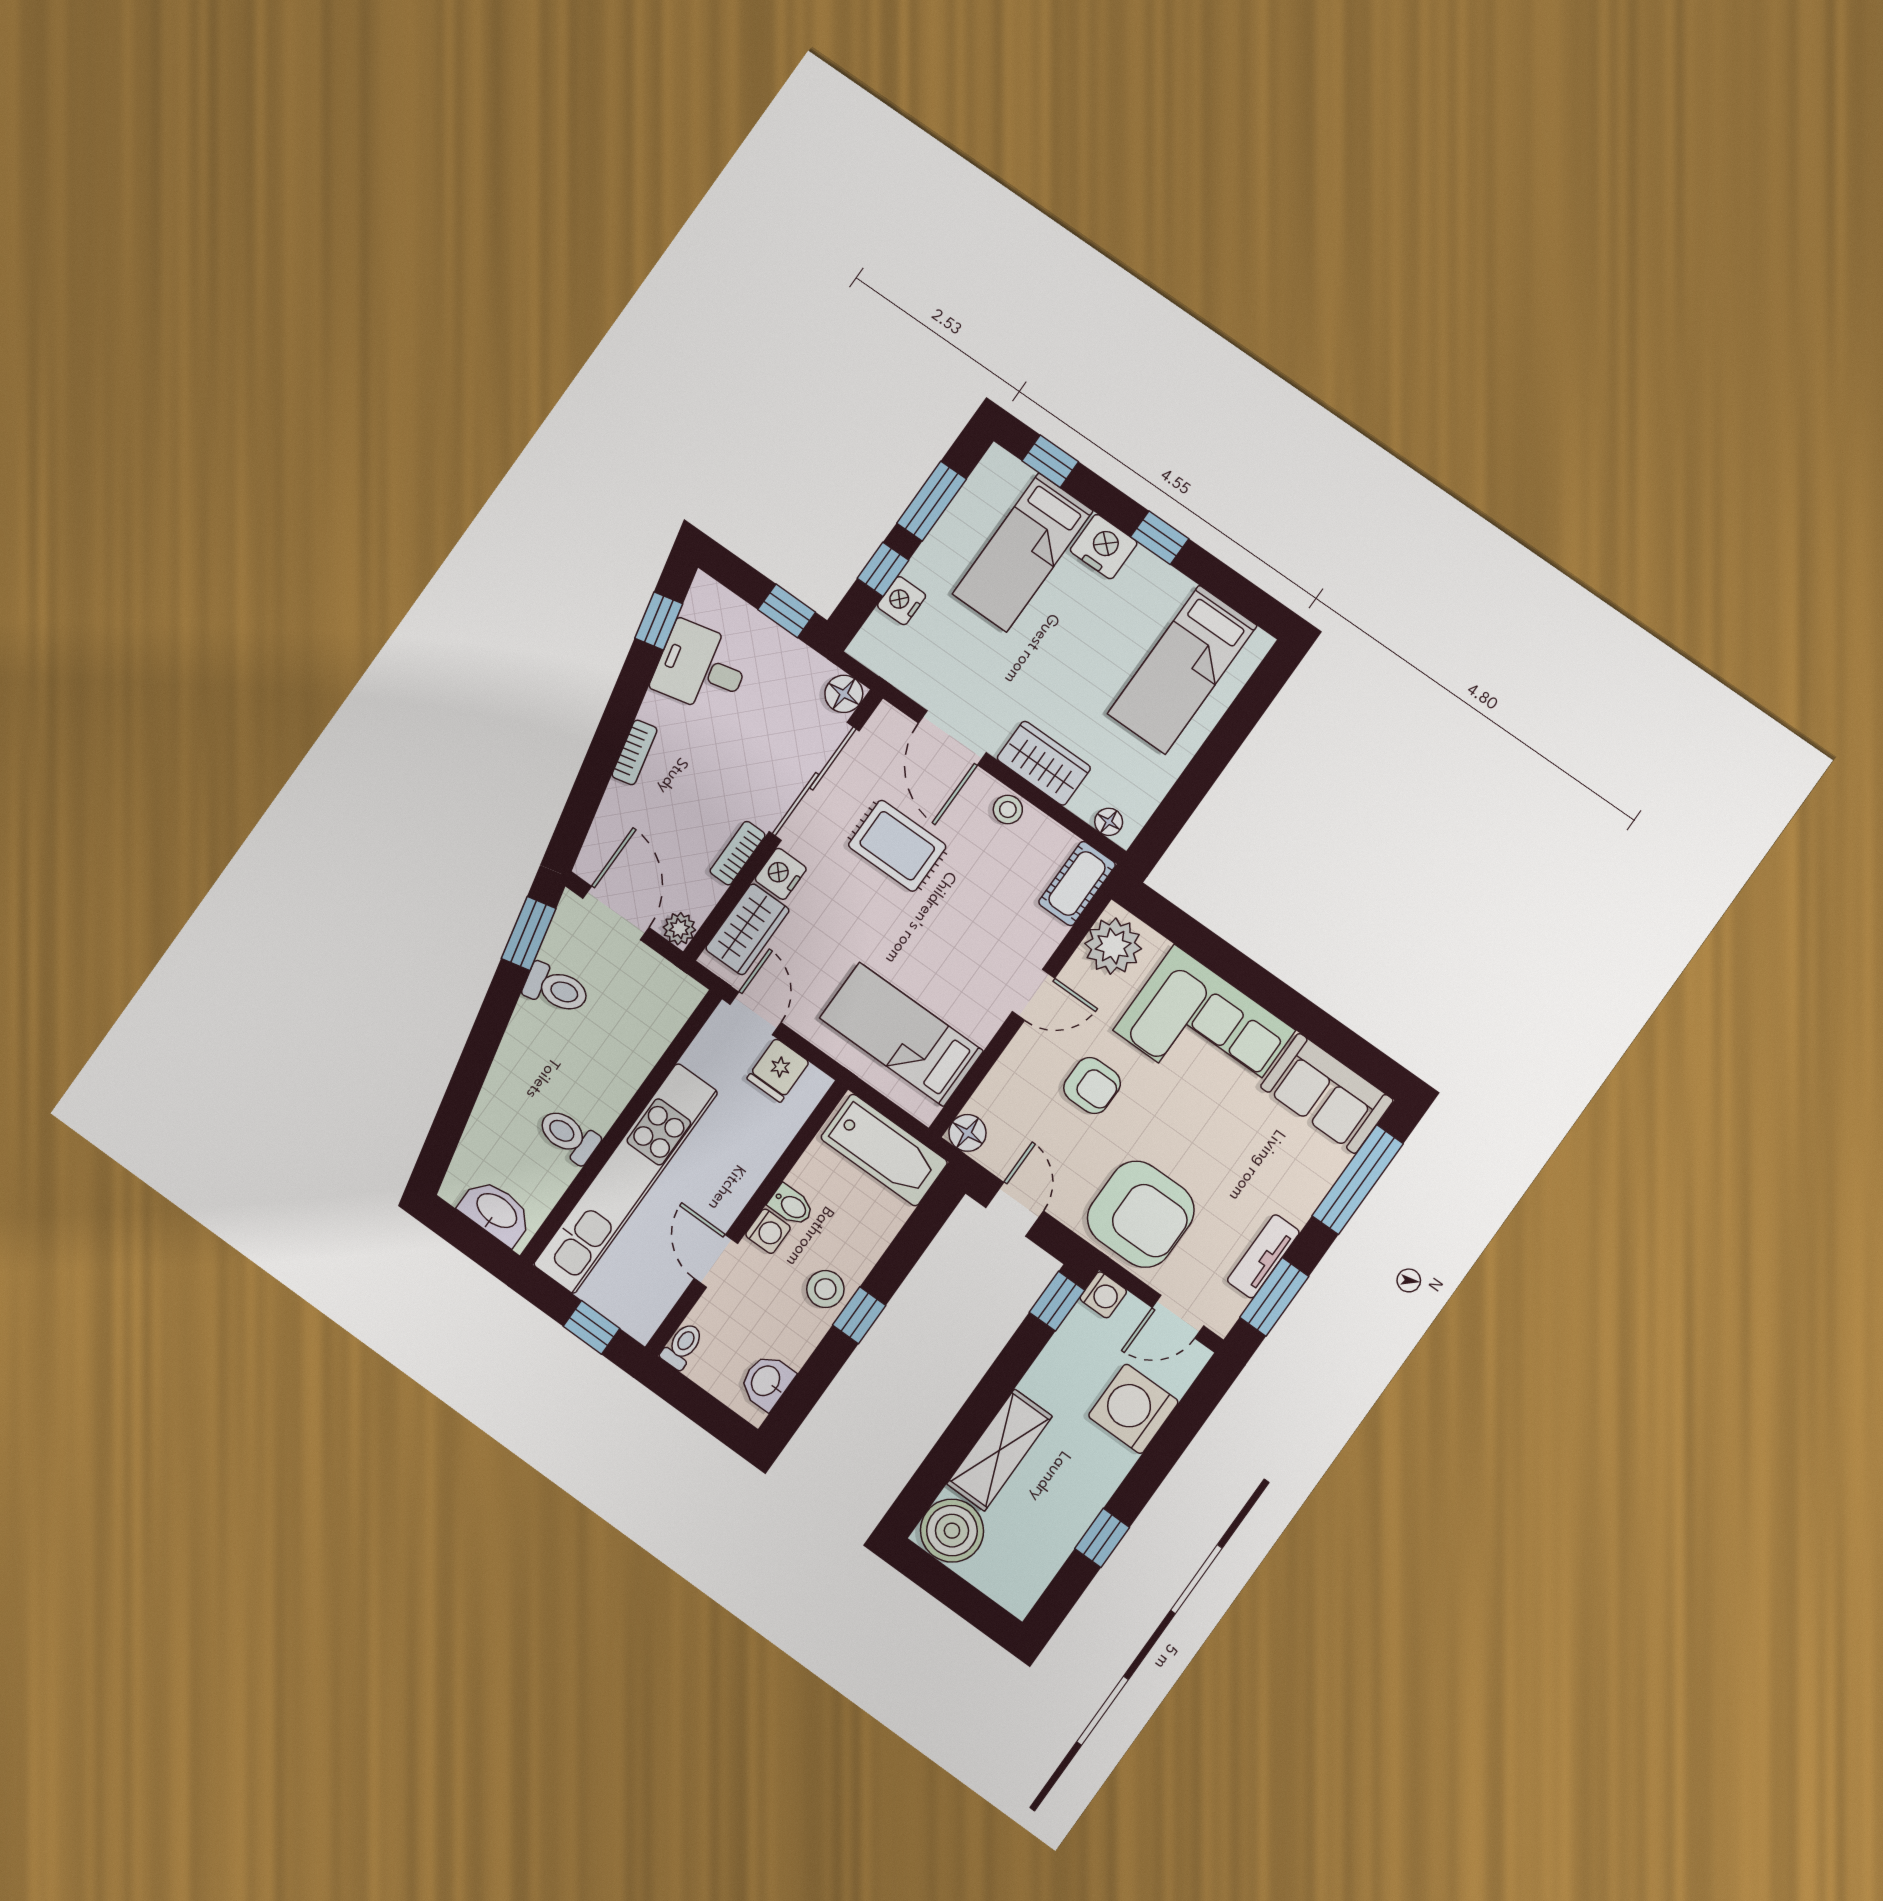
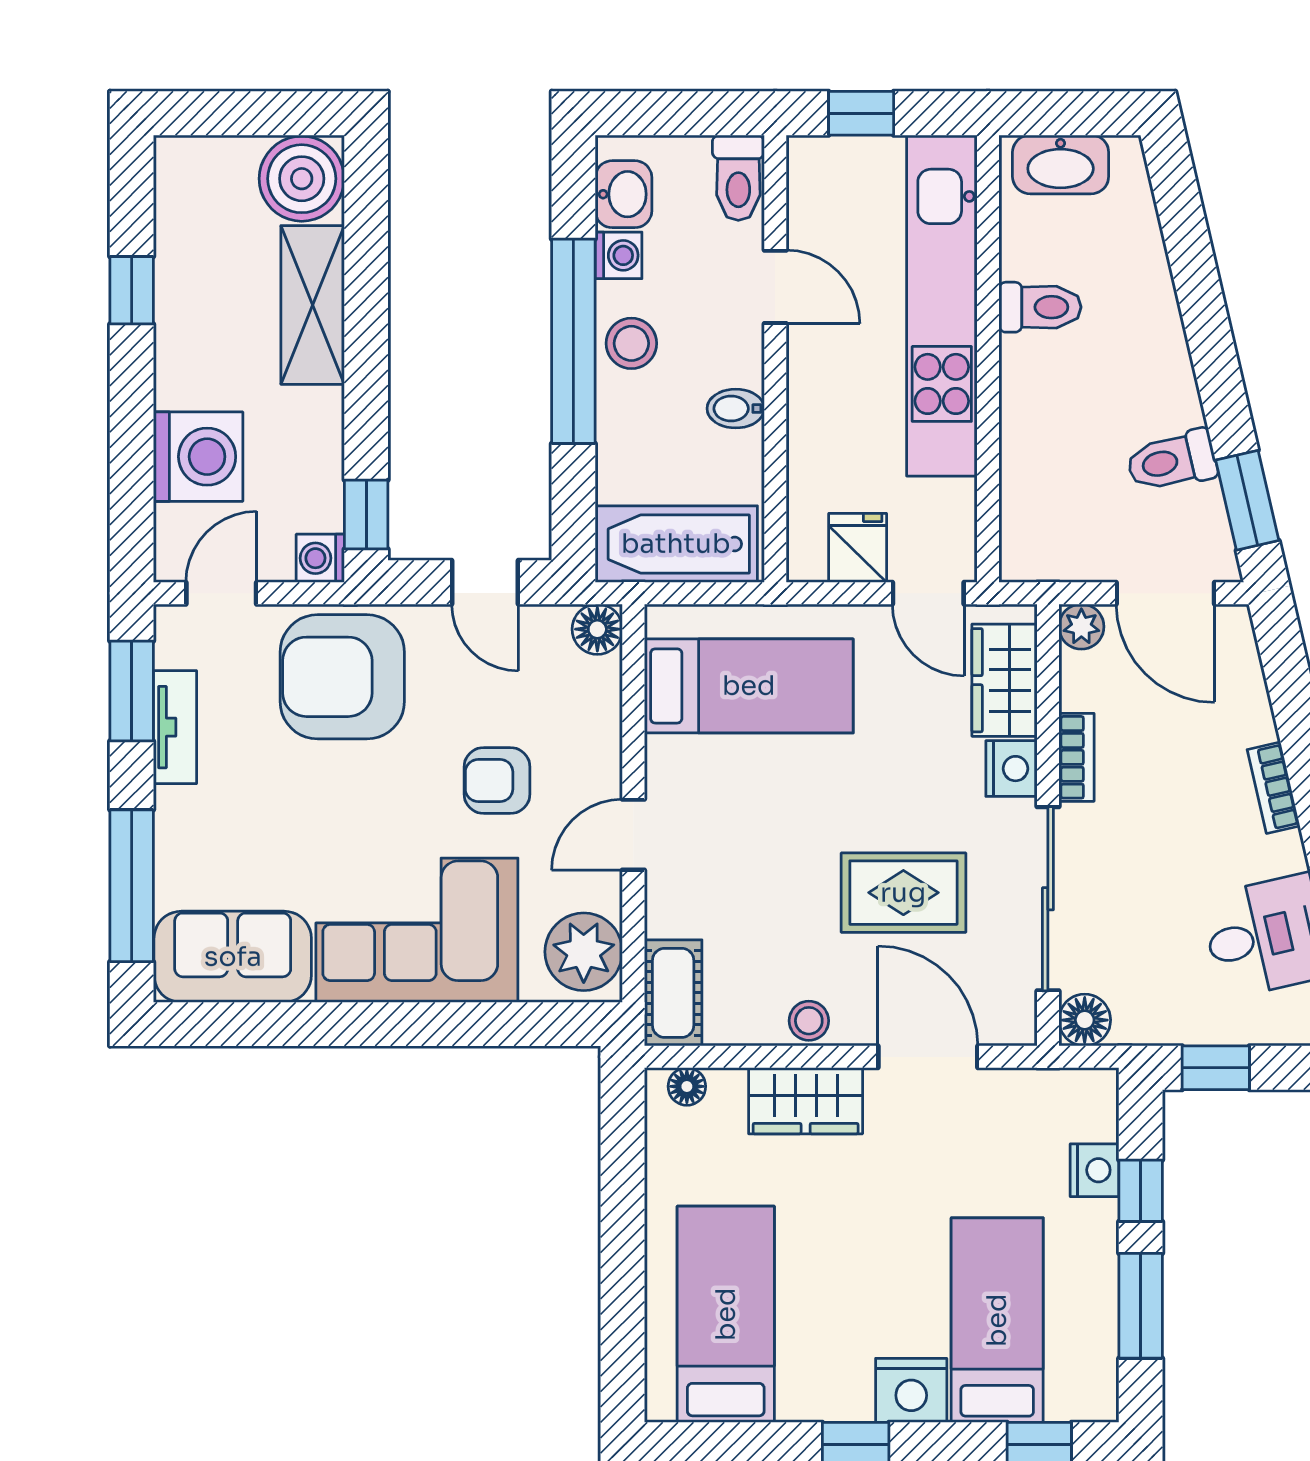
washing machine: (768, 1231) -> (619, 255), moved, turned 180
window: (859, 1315) -> (573, 341), width x3.17
toilet: (682, 1346) -> (738, 178), width x1.37, depth x1.39

